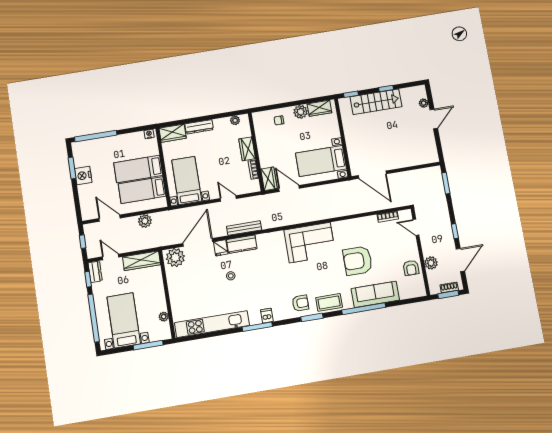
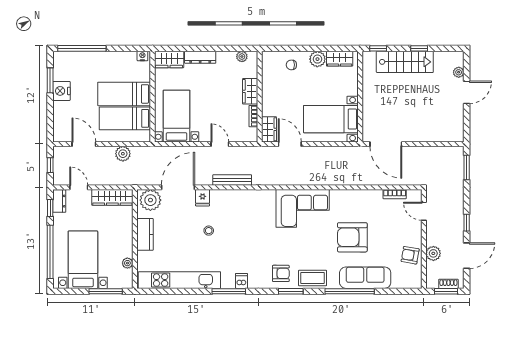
kitchen counter: (242, 244) -> (145, 234), moved, turned -90
armchair: (411, 268) -> (410, 255), turned 100

